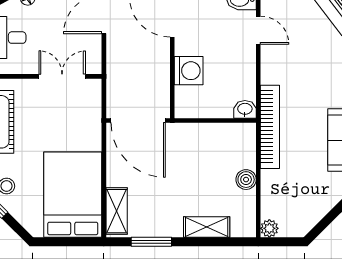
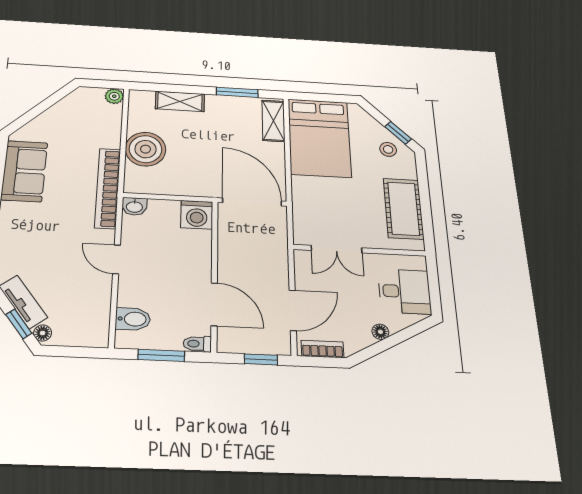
door: (258, 30) -> (116, 259), moved
washing machine: (189, 71) -> (197, 215), moved, turned -90
boiler: (246, 180) -> (146, 149), width x1.86, depth x1.86

